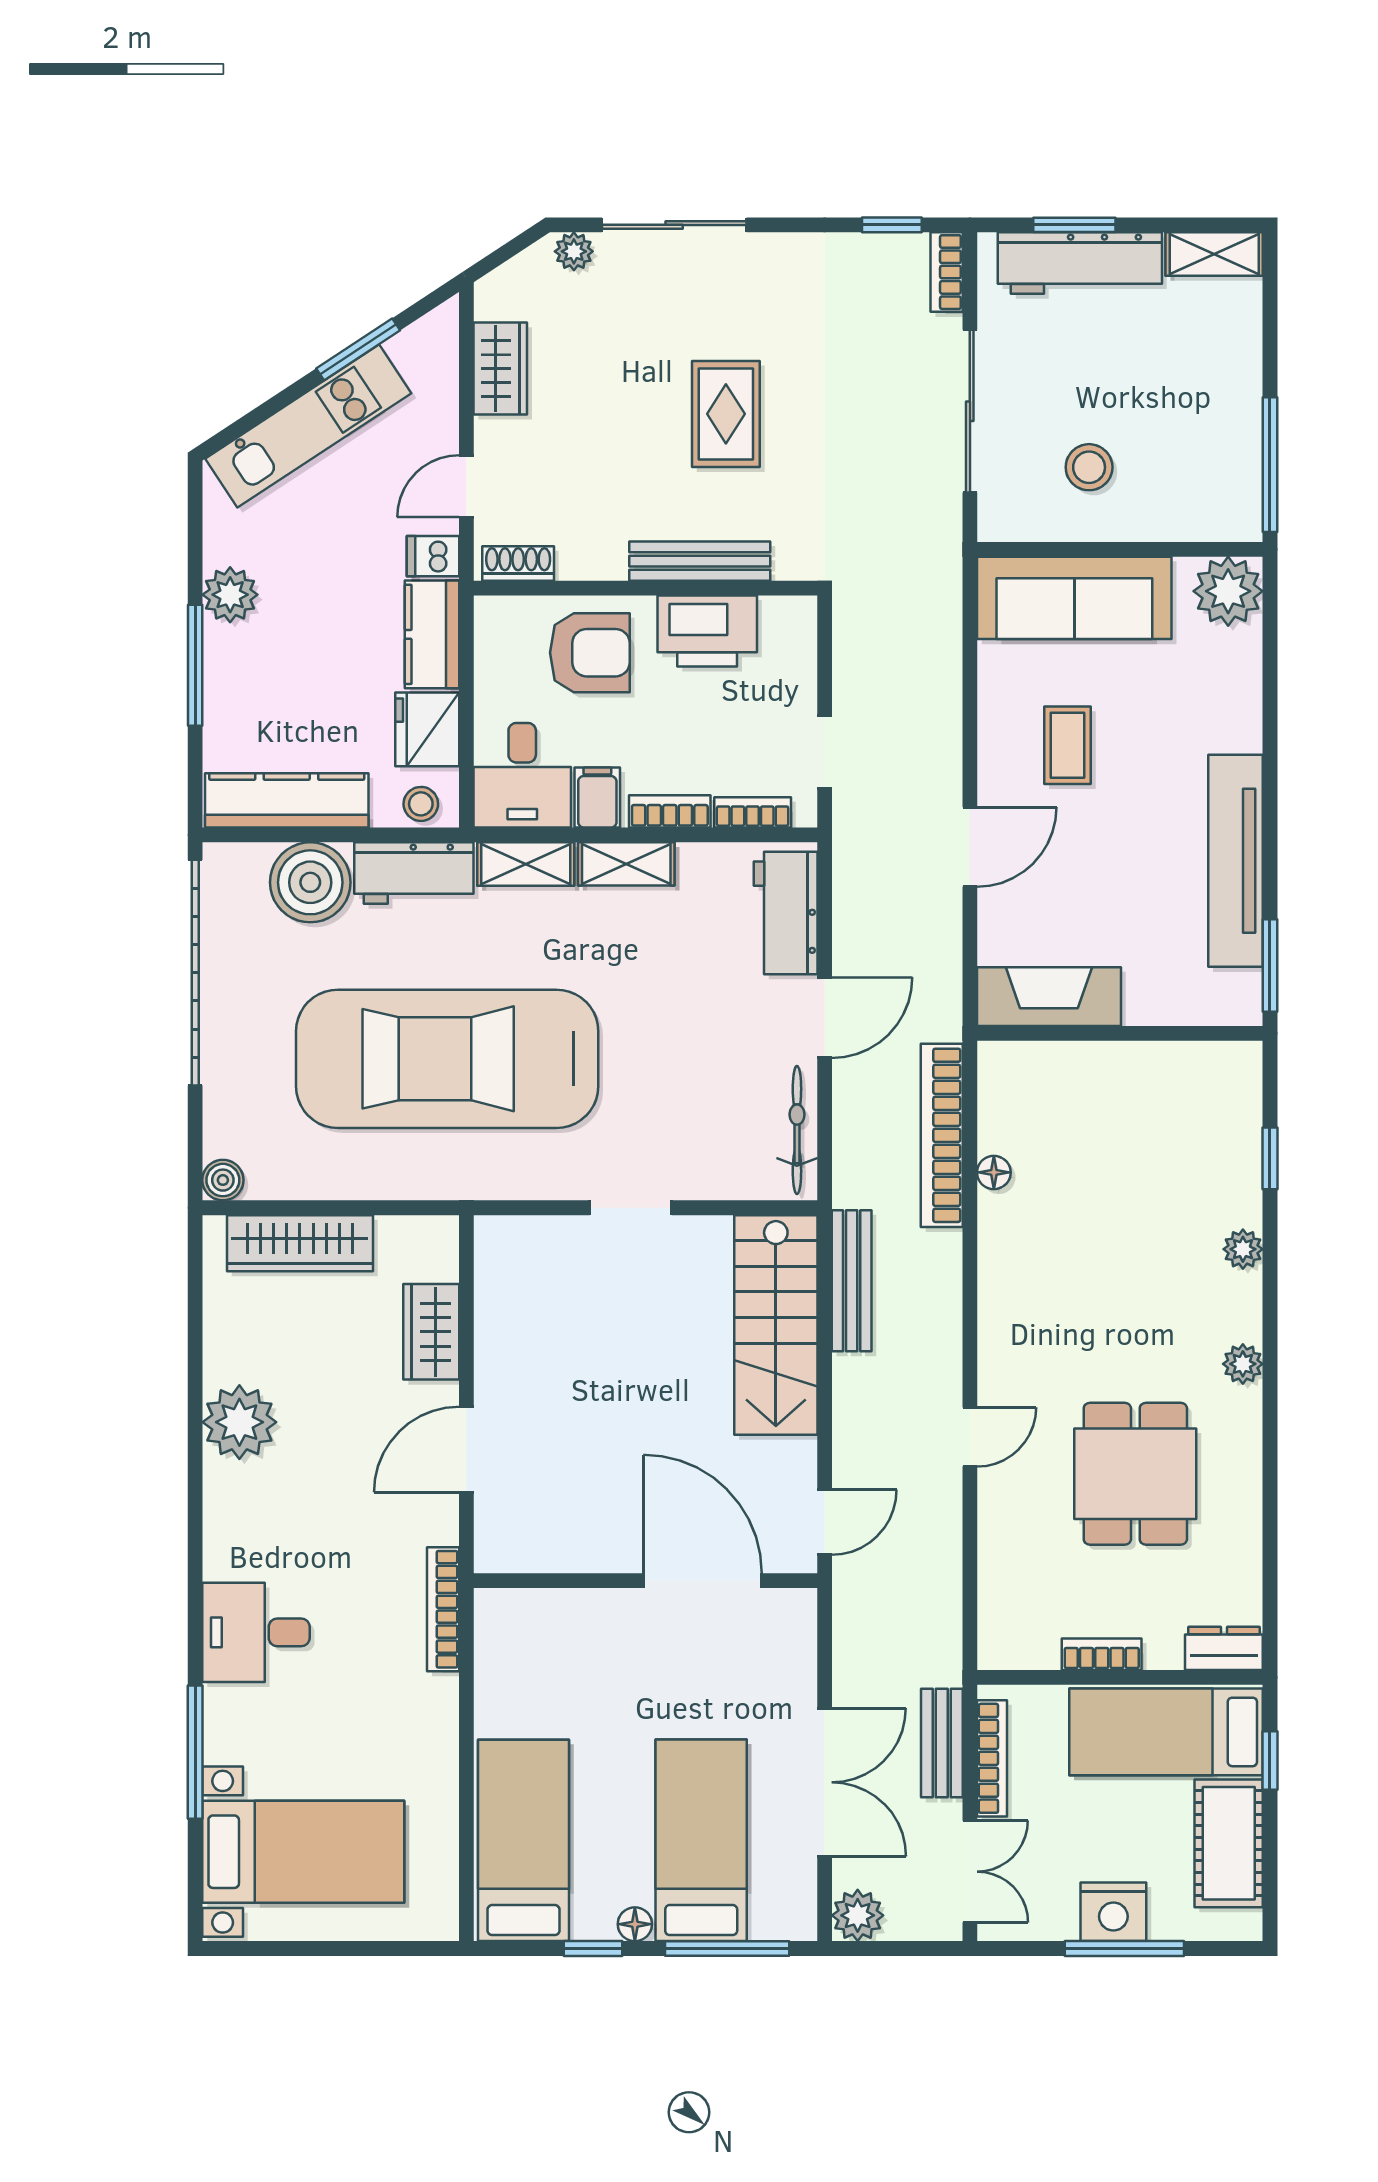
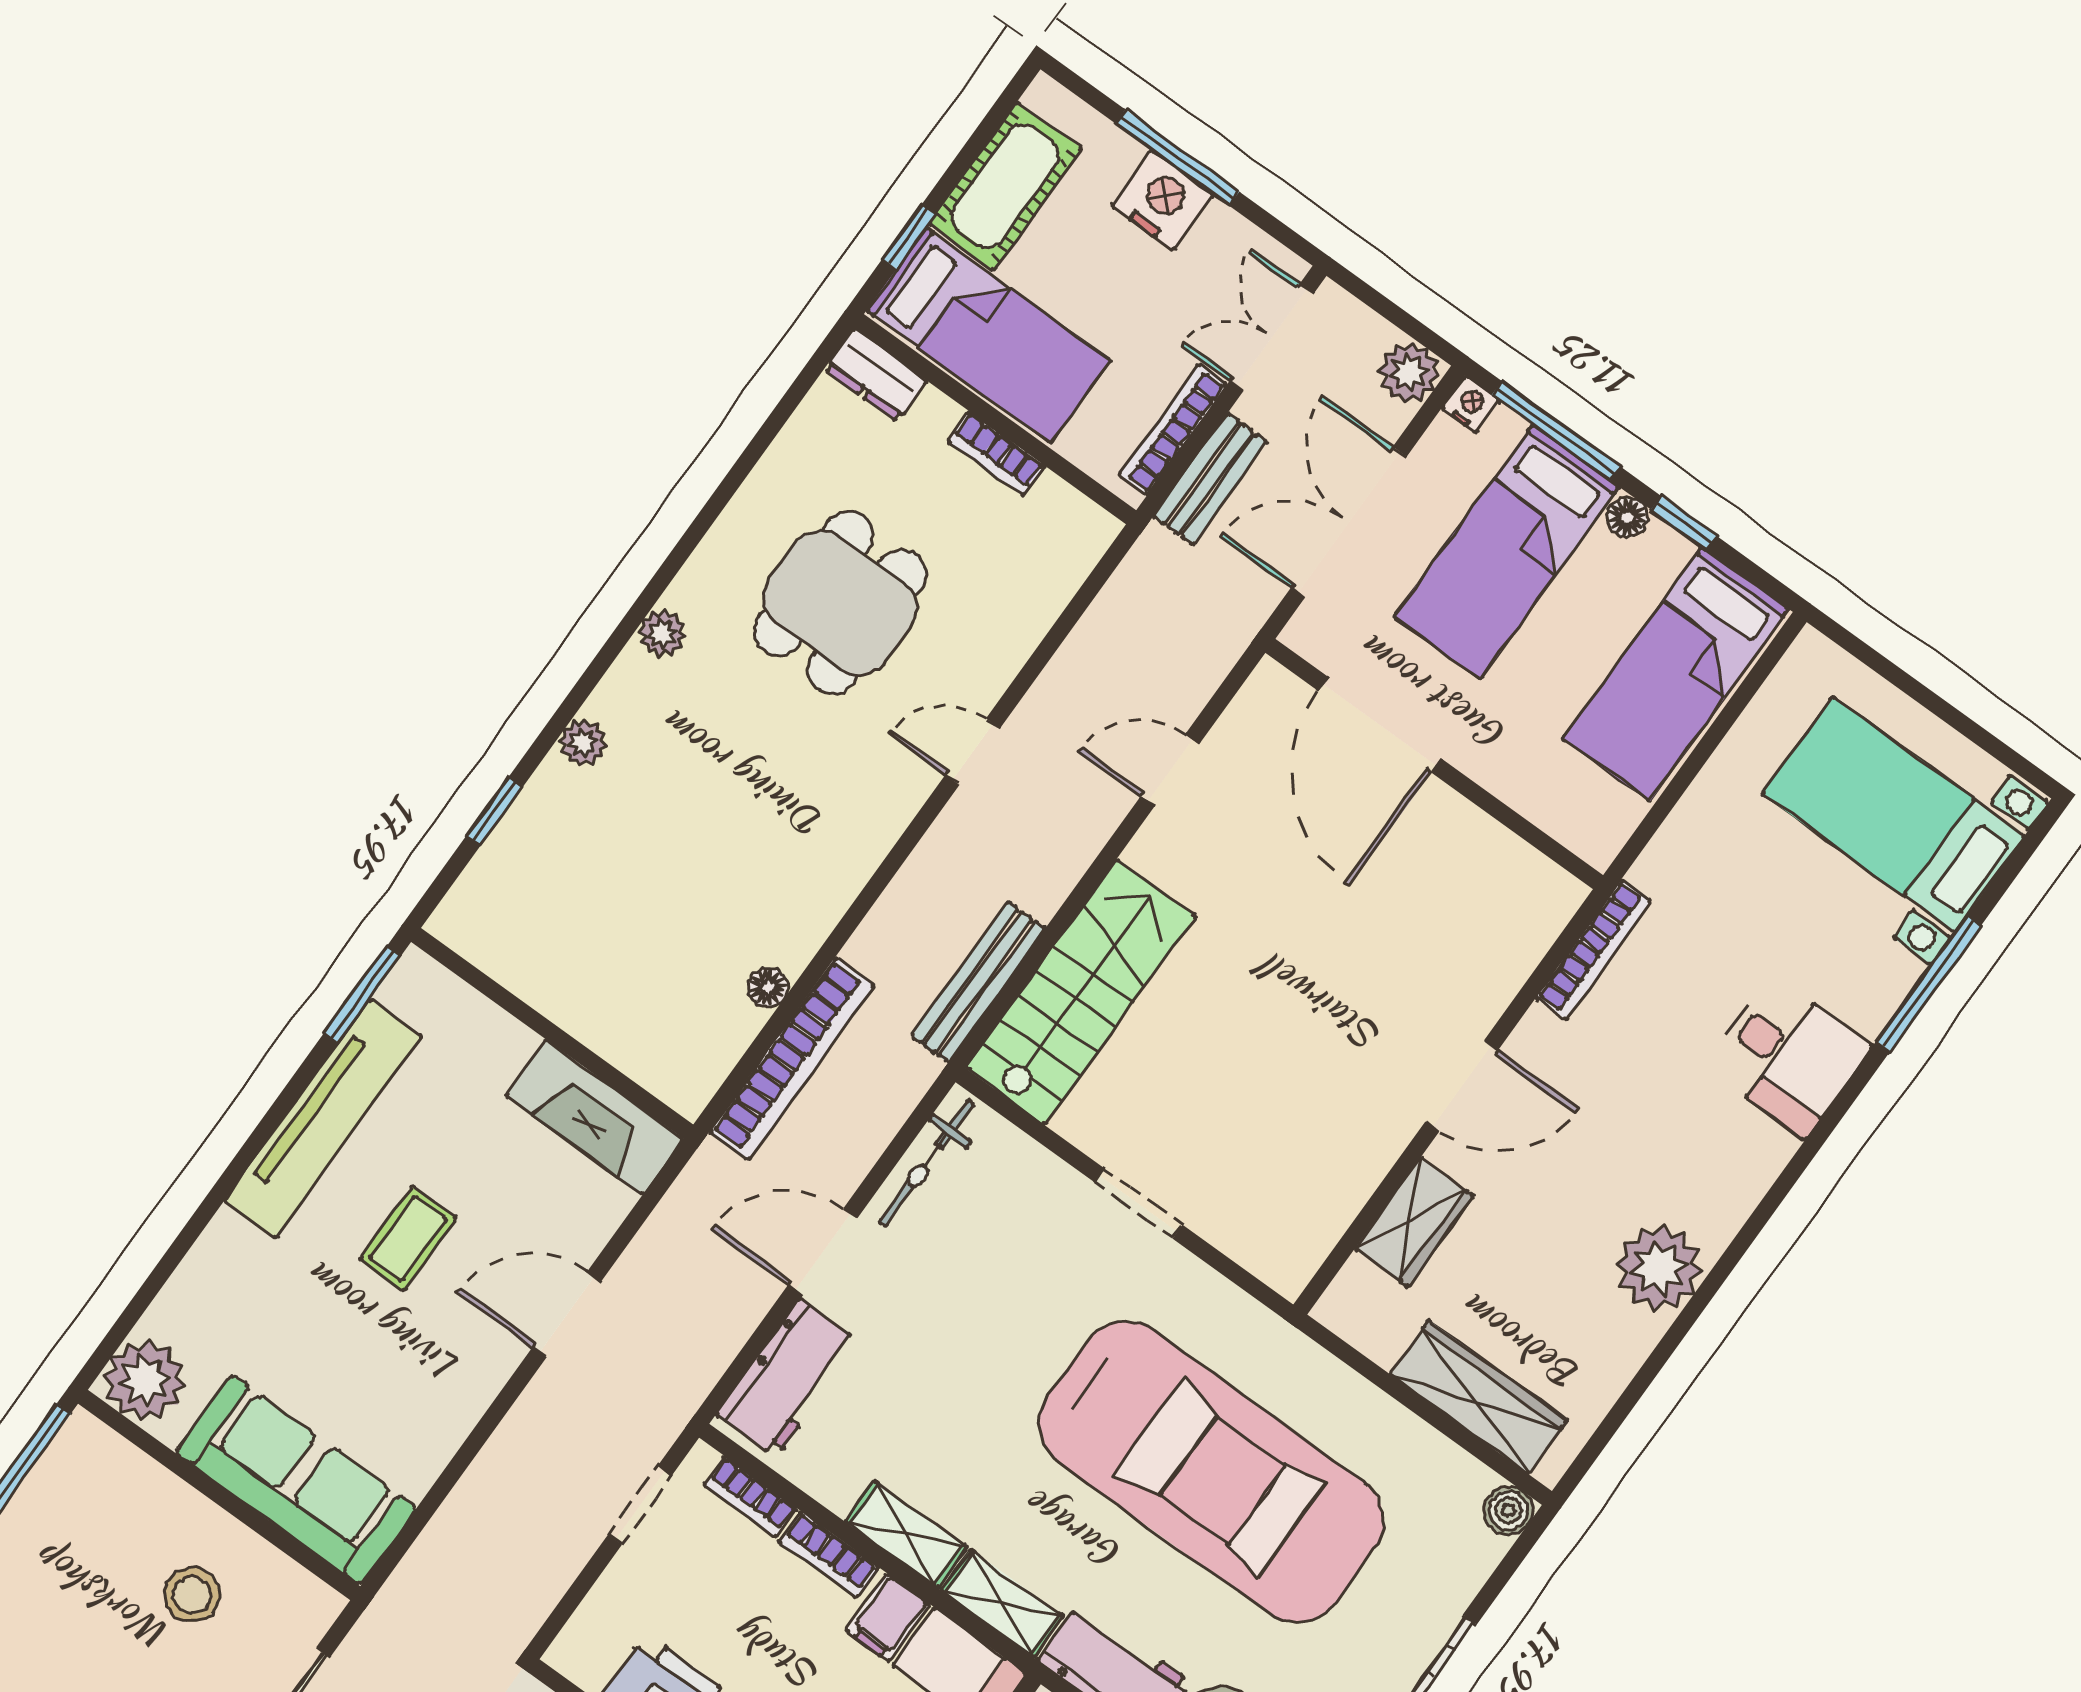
coffee table: (1068, 745) -> (408, 1238), moved
wall: (645, 1581) -> (1434, 764), moved
door: (703, 1581) -> (1380, 725), moved
nightstand: (799, 1924) -> (1471, 404), added

